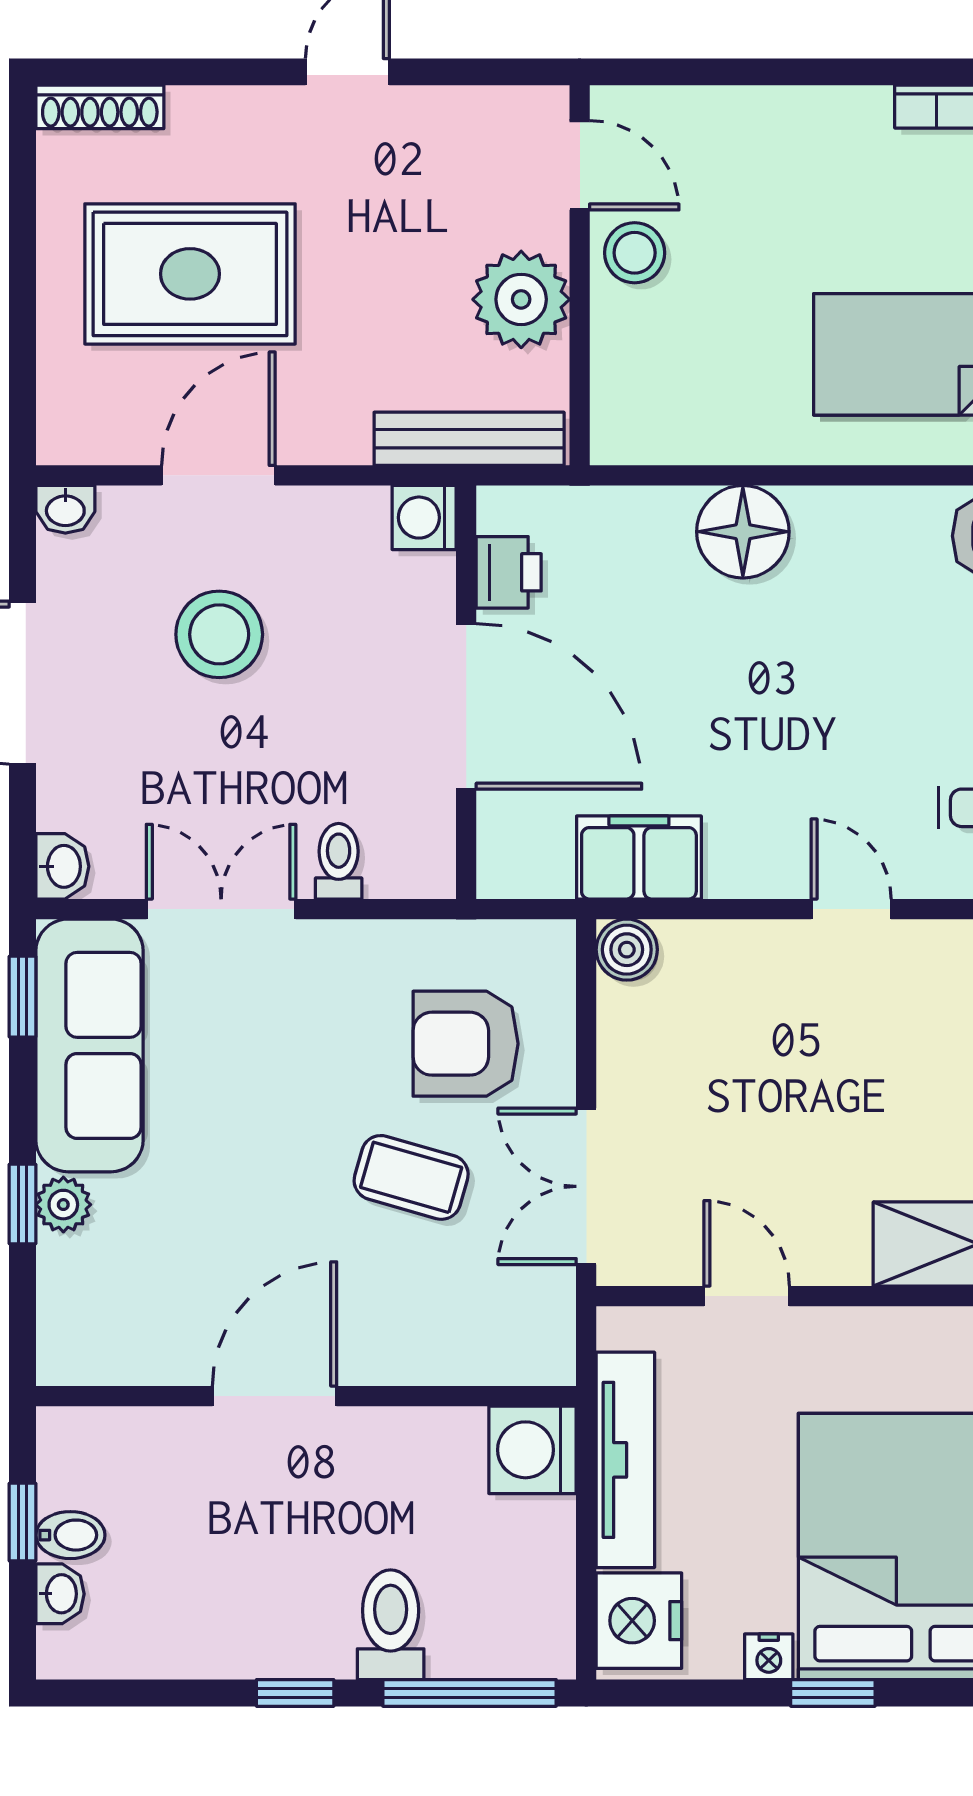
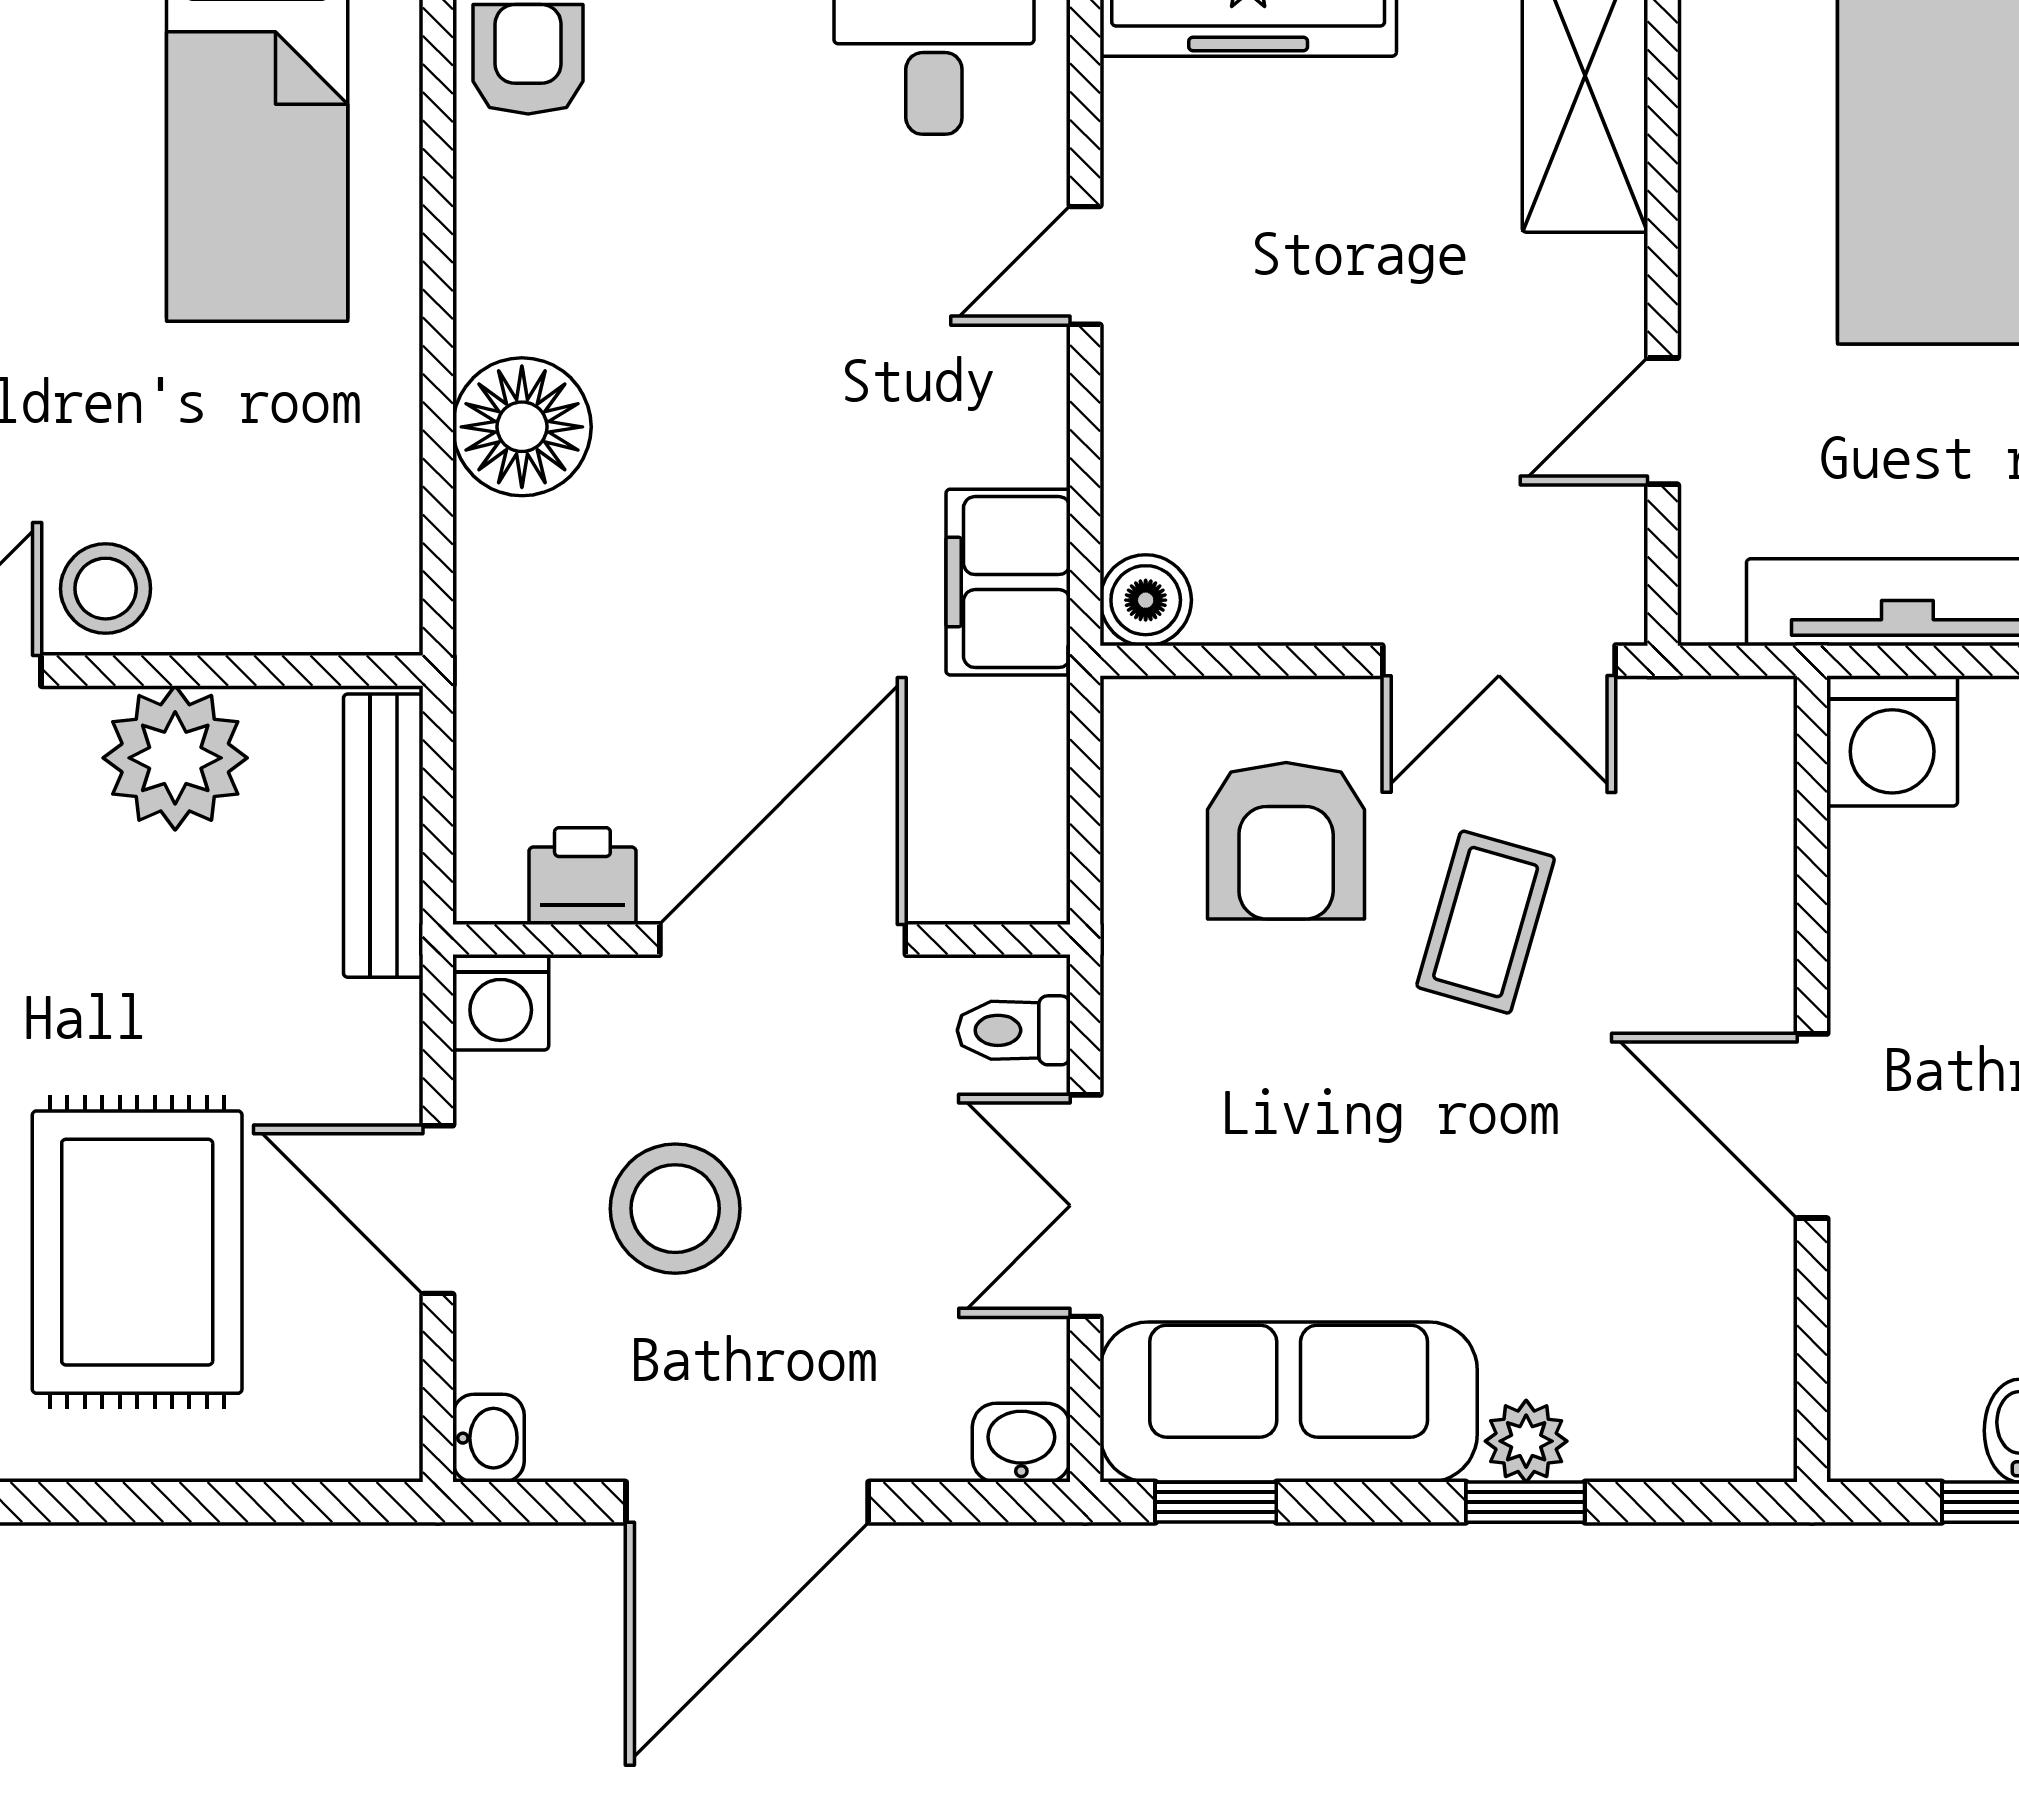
washing machine: (424, 518) -> (501, 1002), moved
printer: (509, 572) -> (582, 876), moved
wall: (466, 692) -> (762, 940), moved
door: (466, 706) -> (783, 940), moved

